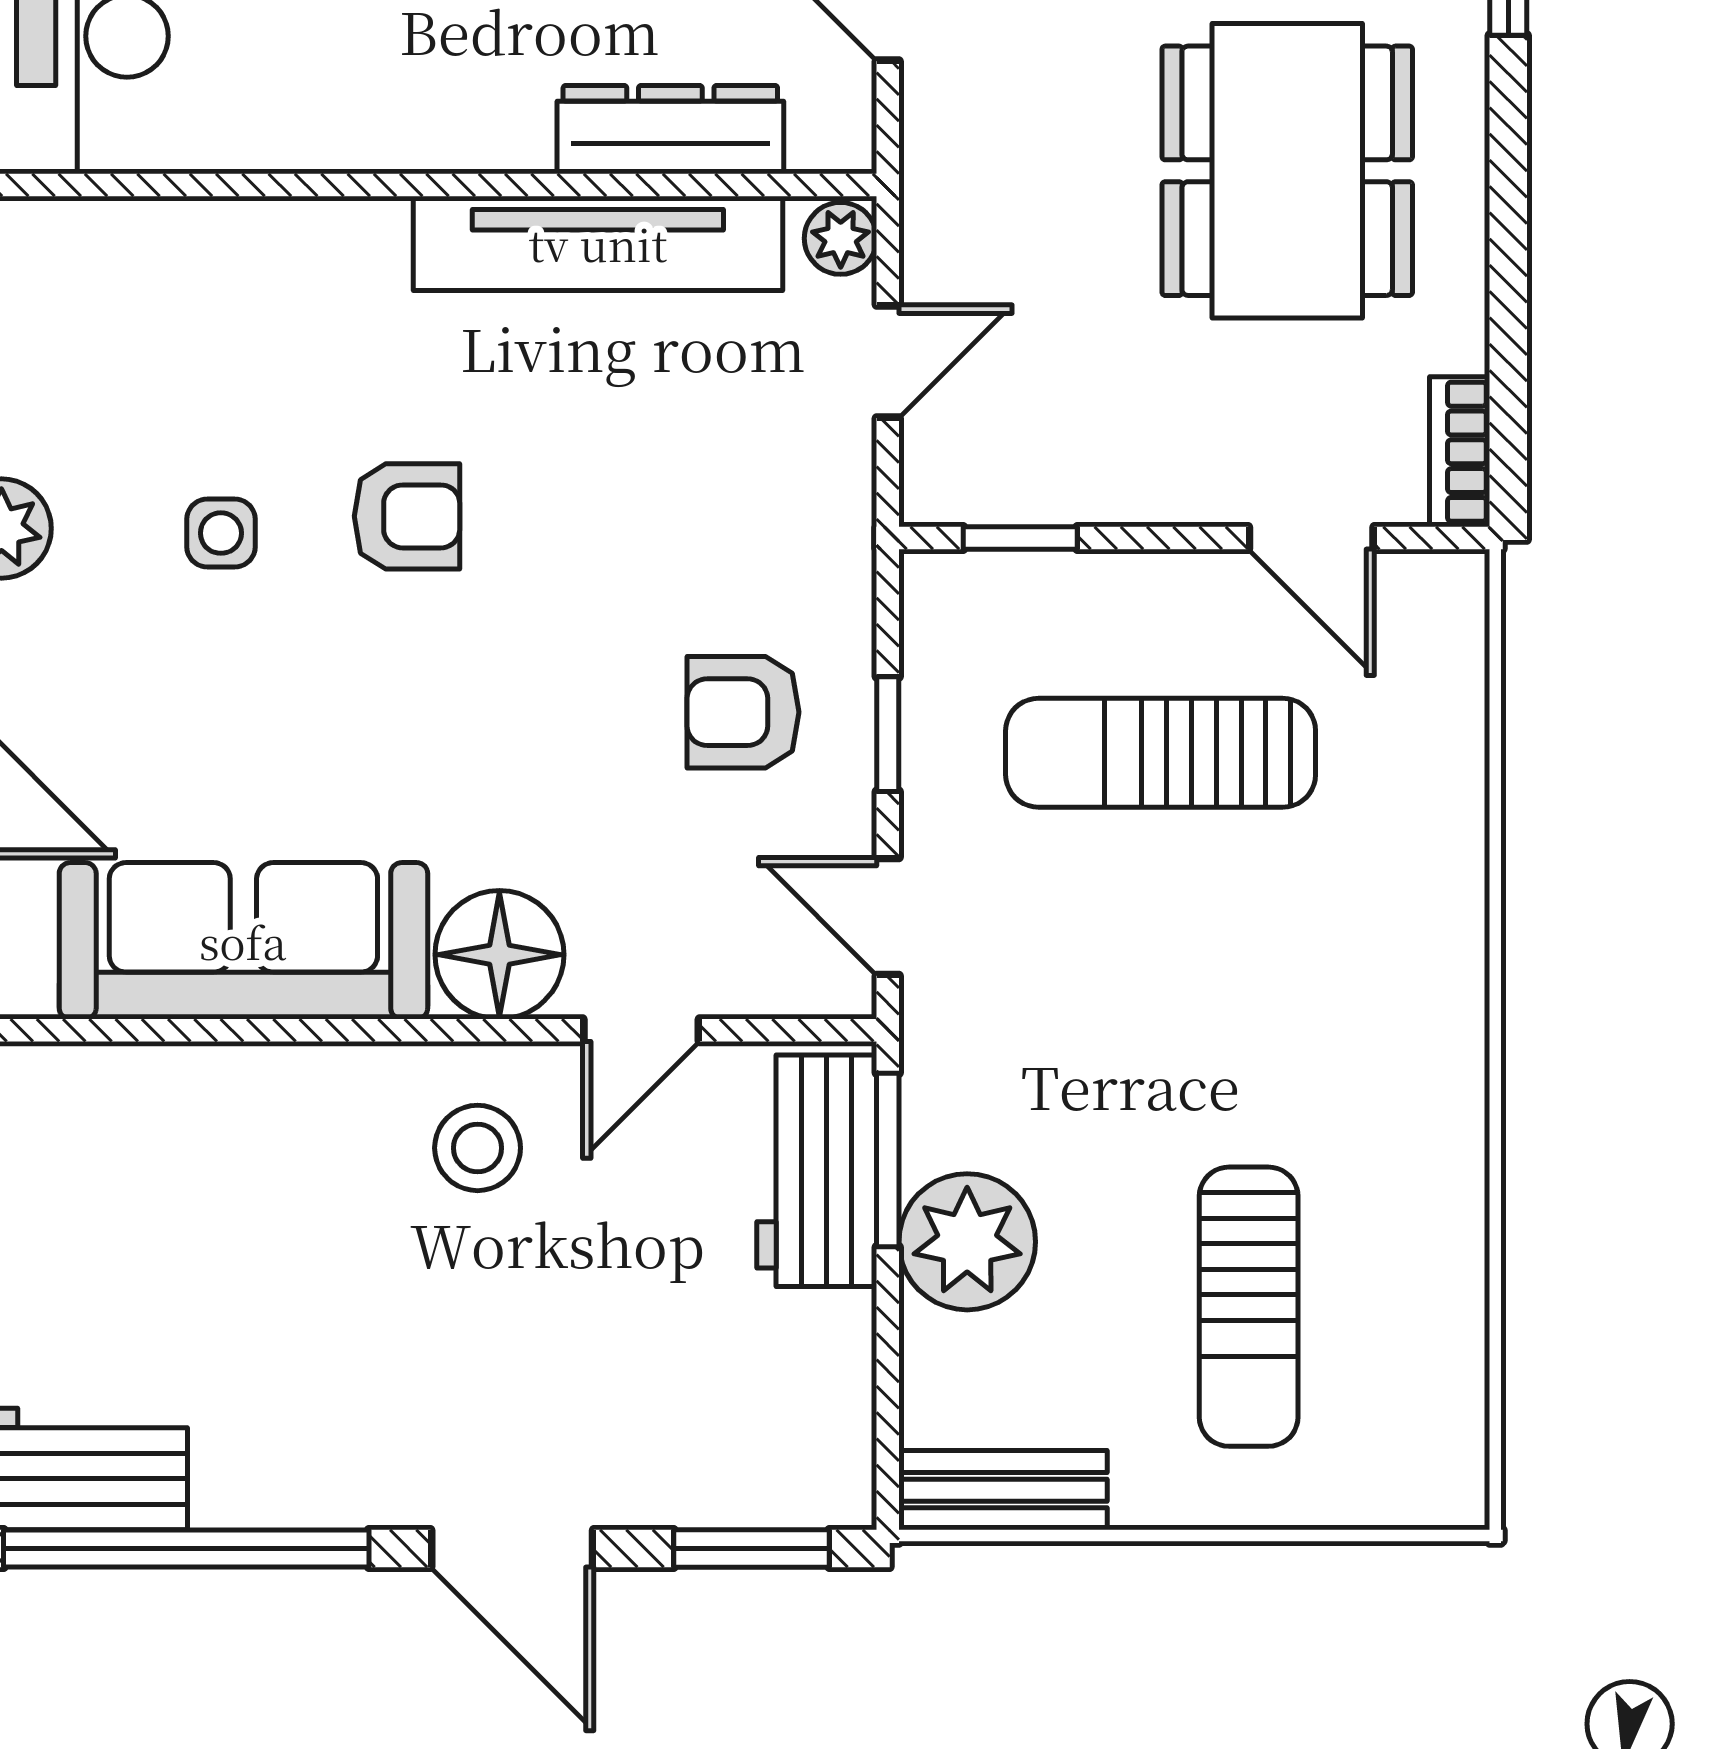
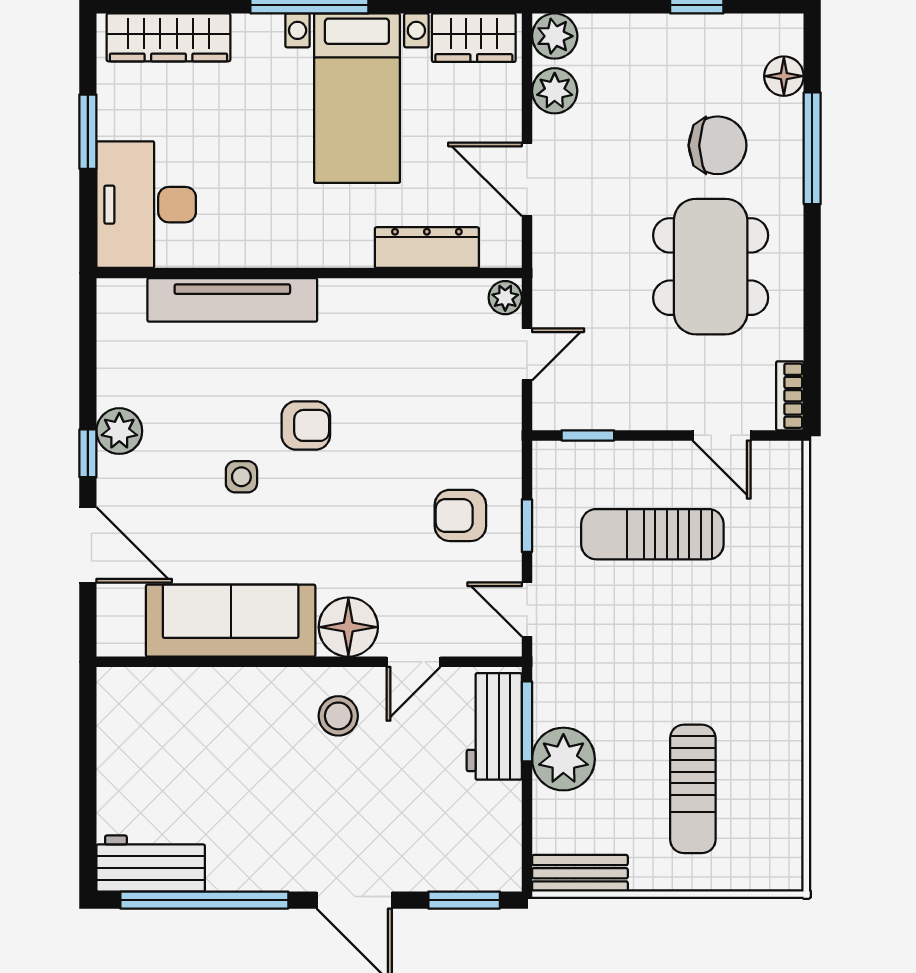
tv unit: (598, 243) -> (232, 300), moved
side table: (221, 533) -> (241, 477), moved

